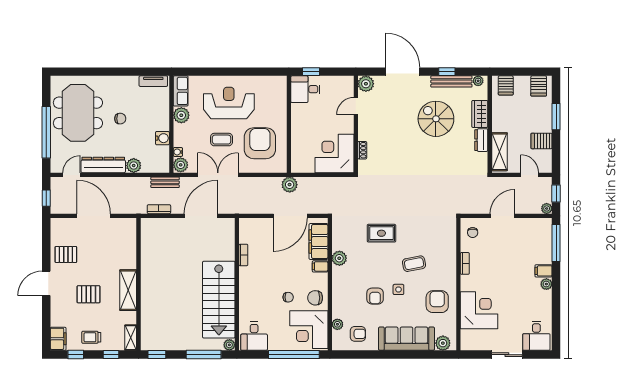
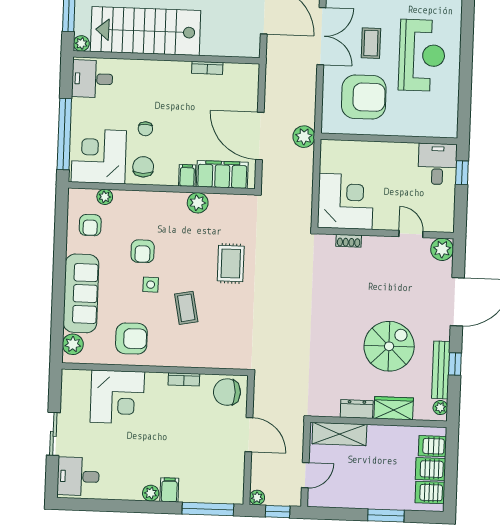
server rack: (542, 141) -> (431, 469), moved, turned -90
chair: (473, 233) -> (227, 392), width x1.87, depth x1.87
armchair: (375, 296) -> (143, 251), turned -90

